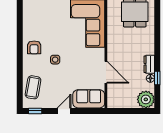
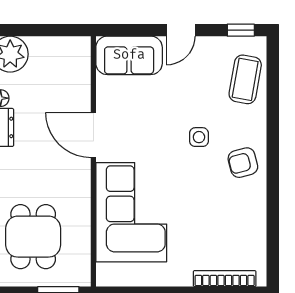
armchair: (34, 47) -> (243, 163), turned -105
door: (106, 72) -> (93, 135), moved

